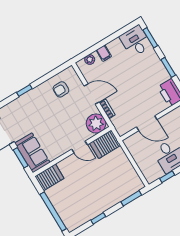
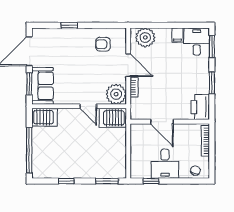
filing cabinet: (104, 53) -> (178, 35), moved
plant: (90, 60) -> (145, 37), width x1.88, depth x1.88

